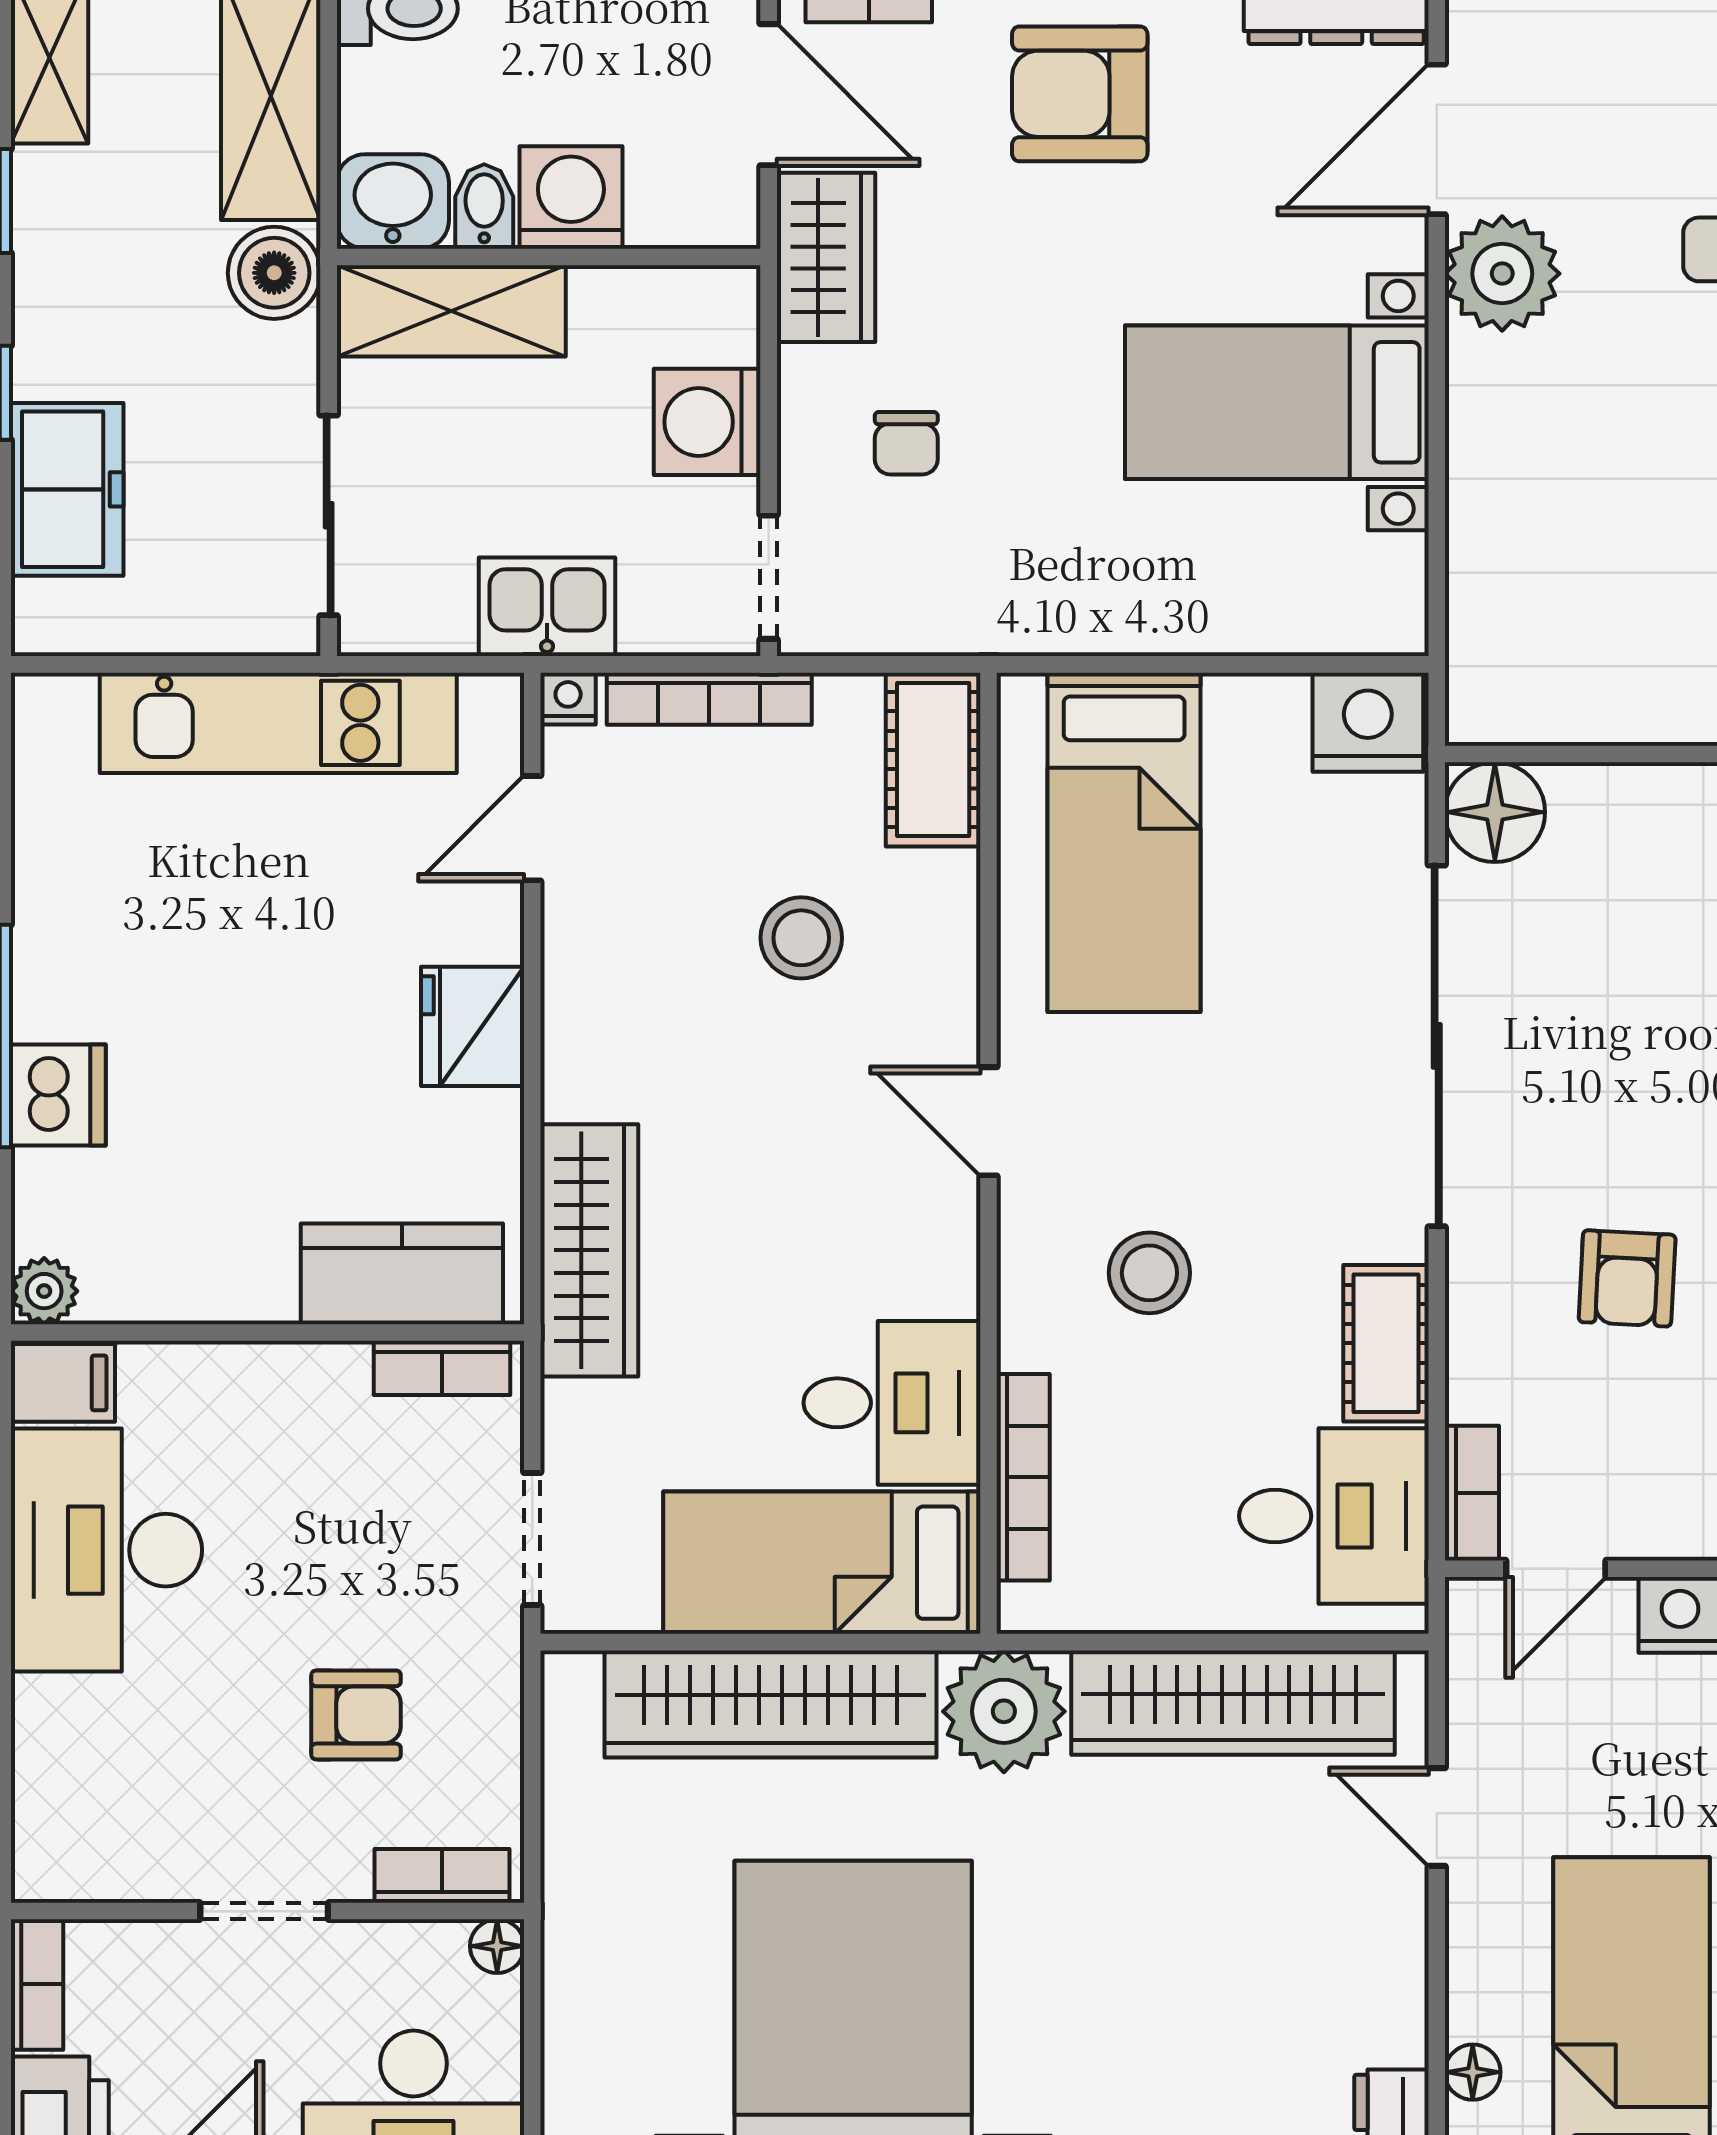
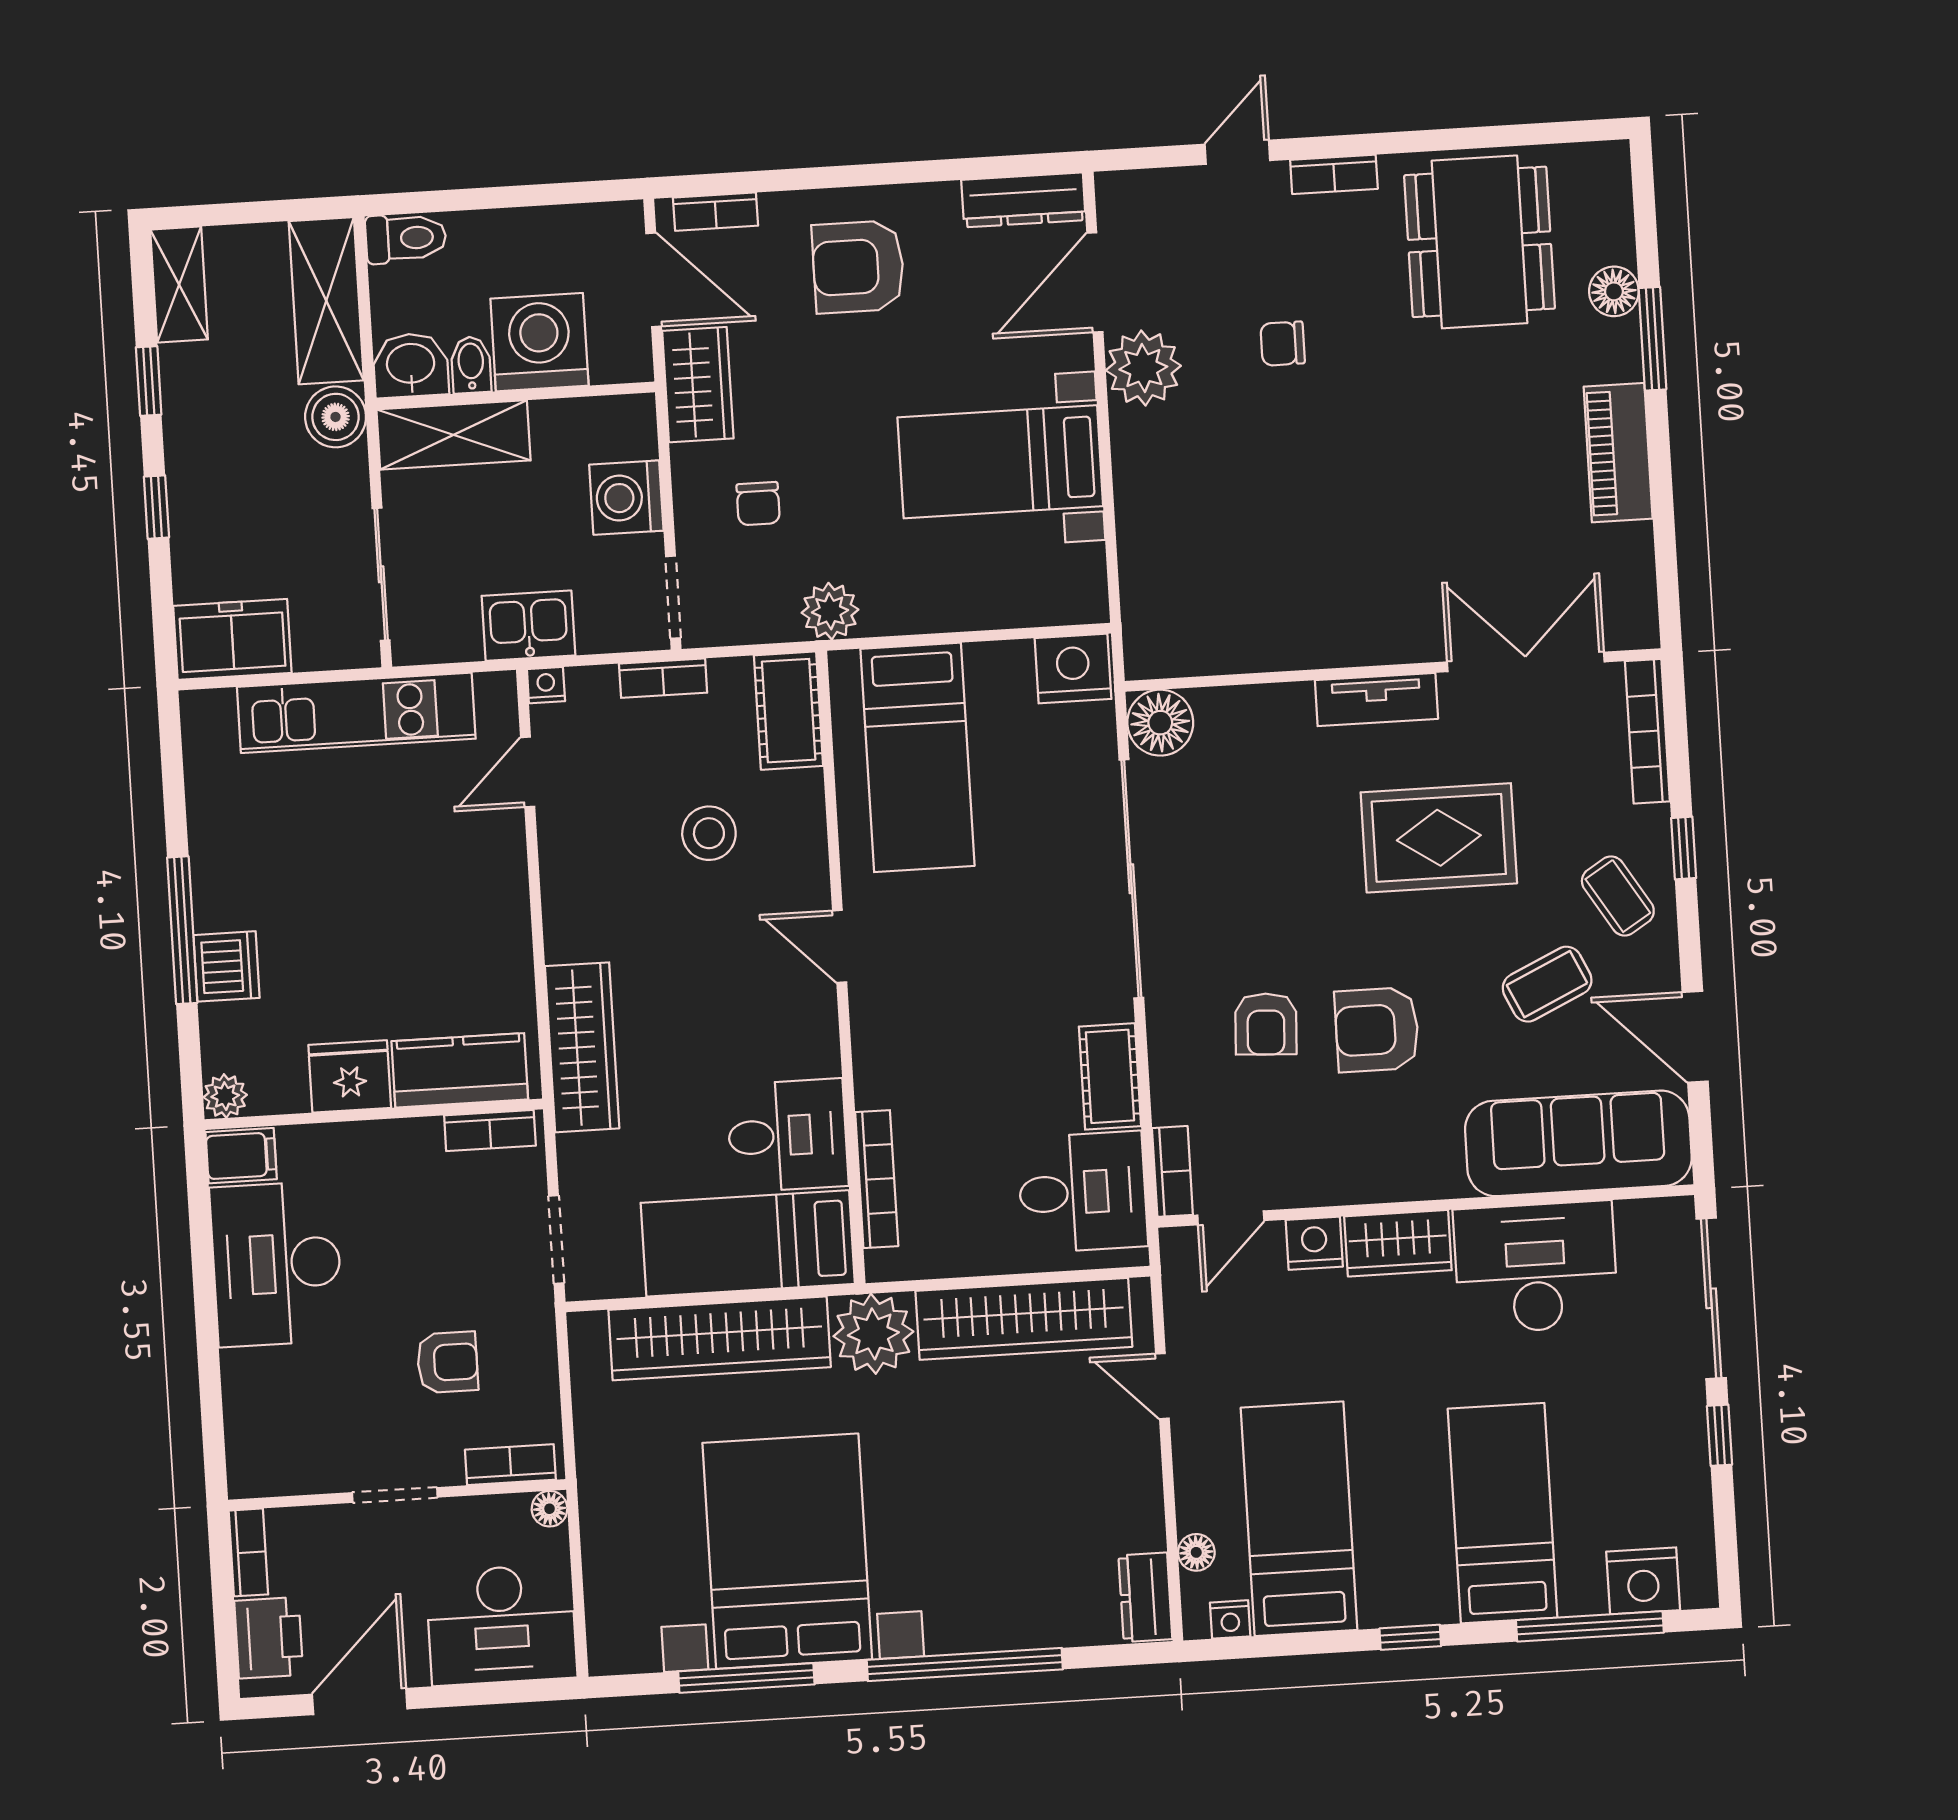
washing machine: (571, 197) -> (539, 342), width x1.37, depth x1.37
freezer: (67, 489) -> (232, 639), moved, turned -90
plant: (1005, 613) -> (830, 611), added
bookcase: (709, 699) -> (663, 678), width x0.64
fridge: (473, 1026) -> (350, 1076), moved, turned 90
stool: (1149, 1273) -> (952, 1040), removed

